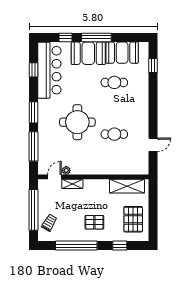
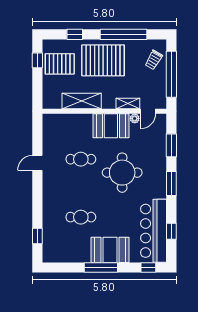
window: (66, 37) -> (148, 267), moved
booth: (122, 53) -> (111, 126), moved
door: (153, 145) -> (37, 163), moved
window: (33, 146) -> (171, 145), width x0.69
shelving: (127, 186) -> (82, 101), moved
pallet: (133, 219) -> (60, 64), turned 90
pallet: (94, 222) -> (103, 60), width x2.05, depth x2.00
window: (153, 222) -> (37, 60), added

